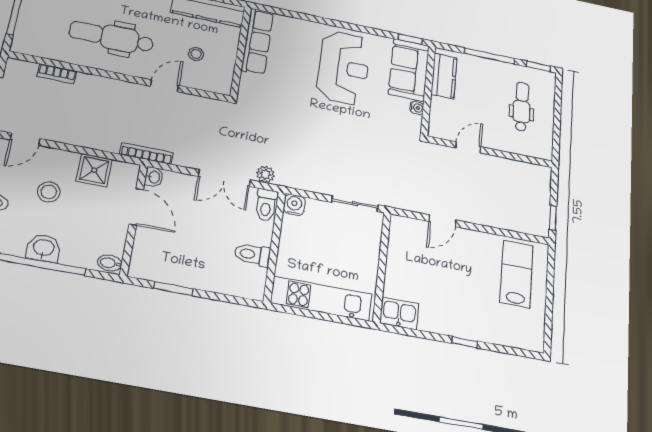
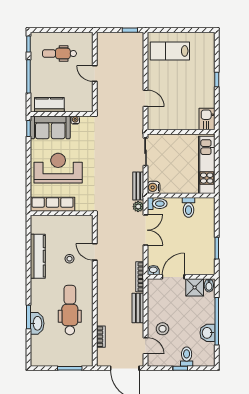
dental chair: (111, 37) -> (70, 310), turned 180
row of seats: (257, 42) -> (53, 204), moved
wall: (241, 51) -> (62, 213), moved
door: (165, 86) -> (95, 252), moved
bench: (93, 140) -> (138, 308), added
door: (468, 147) -> (95, 74), moved
shower: (94, 170) -> (195, 287), moved
bench: (300, 181) -> (138, 186), added
stool: (49, 192) -> (162, 329), moved
washbasin: (44, 248) -> (207, 333), moved

